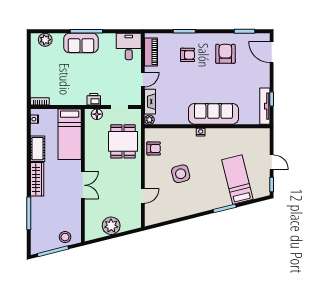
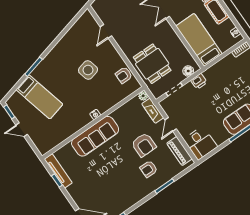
armchair: (225, 54) -> (144, 145), moved

